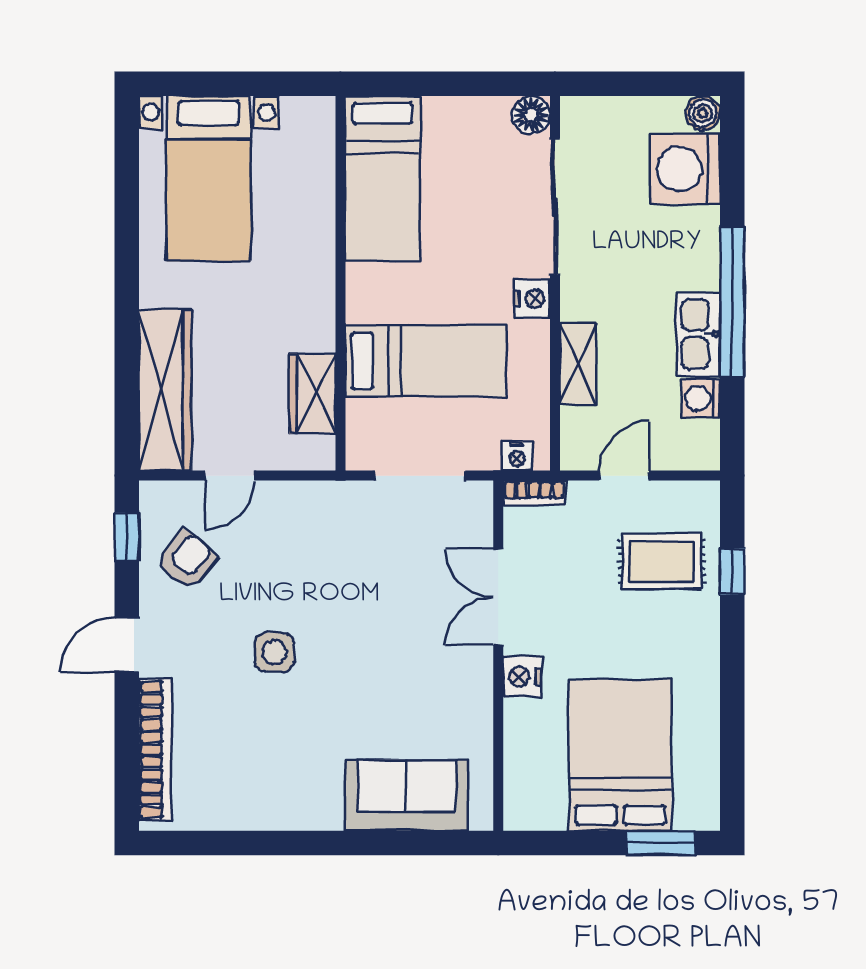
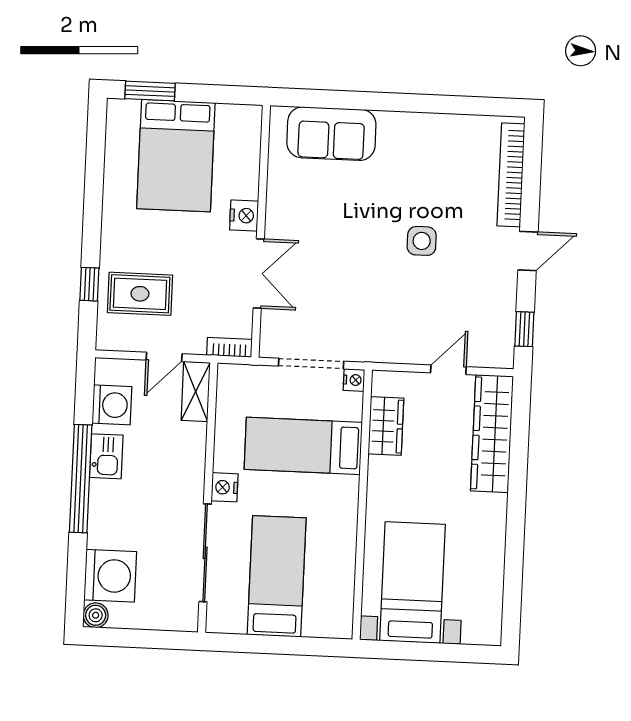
floor lamp: (531, 115) -> (219, 620), removed
bed with nightstands: (209, 178) -> (412, 583), moved
bed: (382, 179) -> (277, 576), moved
kitchen sink: (698, 334) -> (106, 456), width x0.73
shelving: (578, 364) -> (196, 391), moved
washing machine: (701, 398) -> (112, 405), width x1.38, depth x1.38
nightstand: (517, 456) -> (354, 380), moved, turned 90
armchair: (187, 560) -> (482, 310), removed

